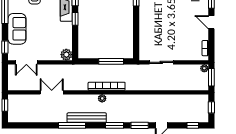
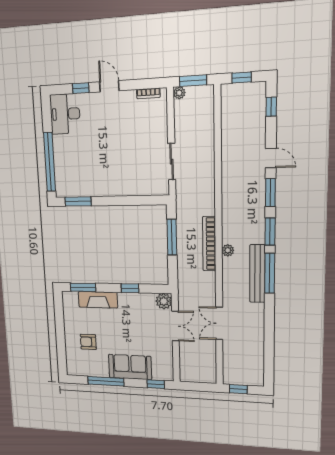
window: (75, 19) -> (130, 288), moved
door: (211, 22) -> (109, 86), swing flipped
double door: (26, 62) -> (175, 326), moved
window: (72, 125) -> (270, 273), moved

